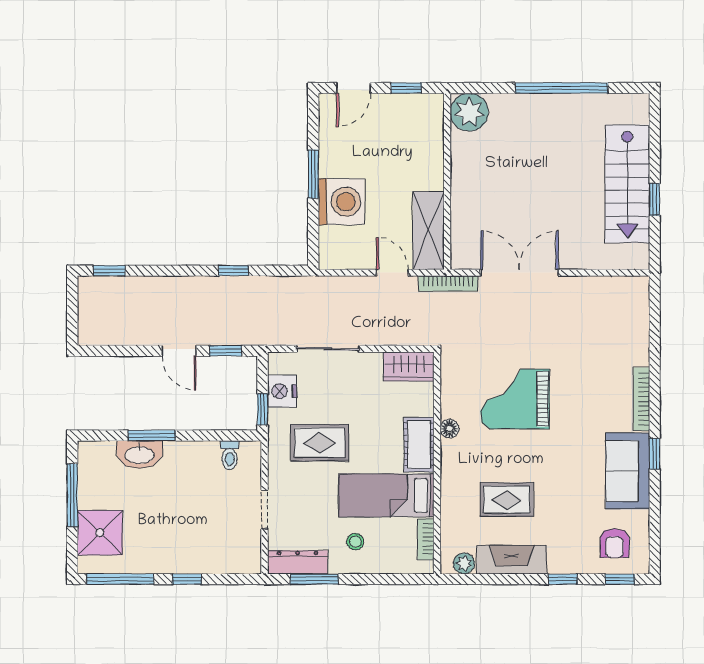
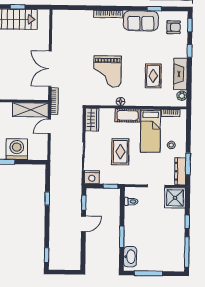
nightstand: (282, 391) -> (92, 177), moved
rug: (320, 443) -> (120, 152), moved
washbasin: (139, 454) -> (130, 257), moved
window: (655, 454) -> (154, 9), moved
shower: (100, 533) -> (175, 198), moved

